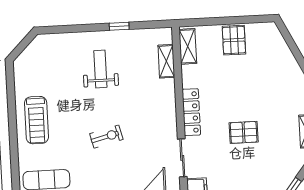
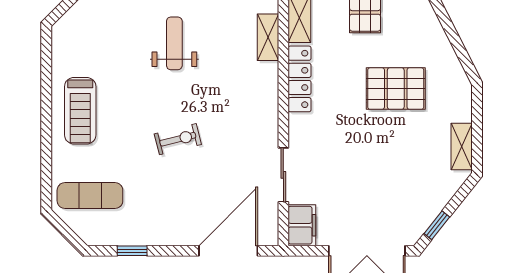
locker: (191, 112) -> (300, 79), moved
pallet: (244, 132) -> (396, 89), moved, width x1.50, depth x1.42

